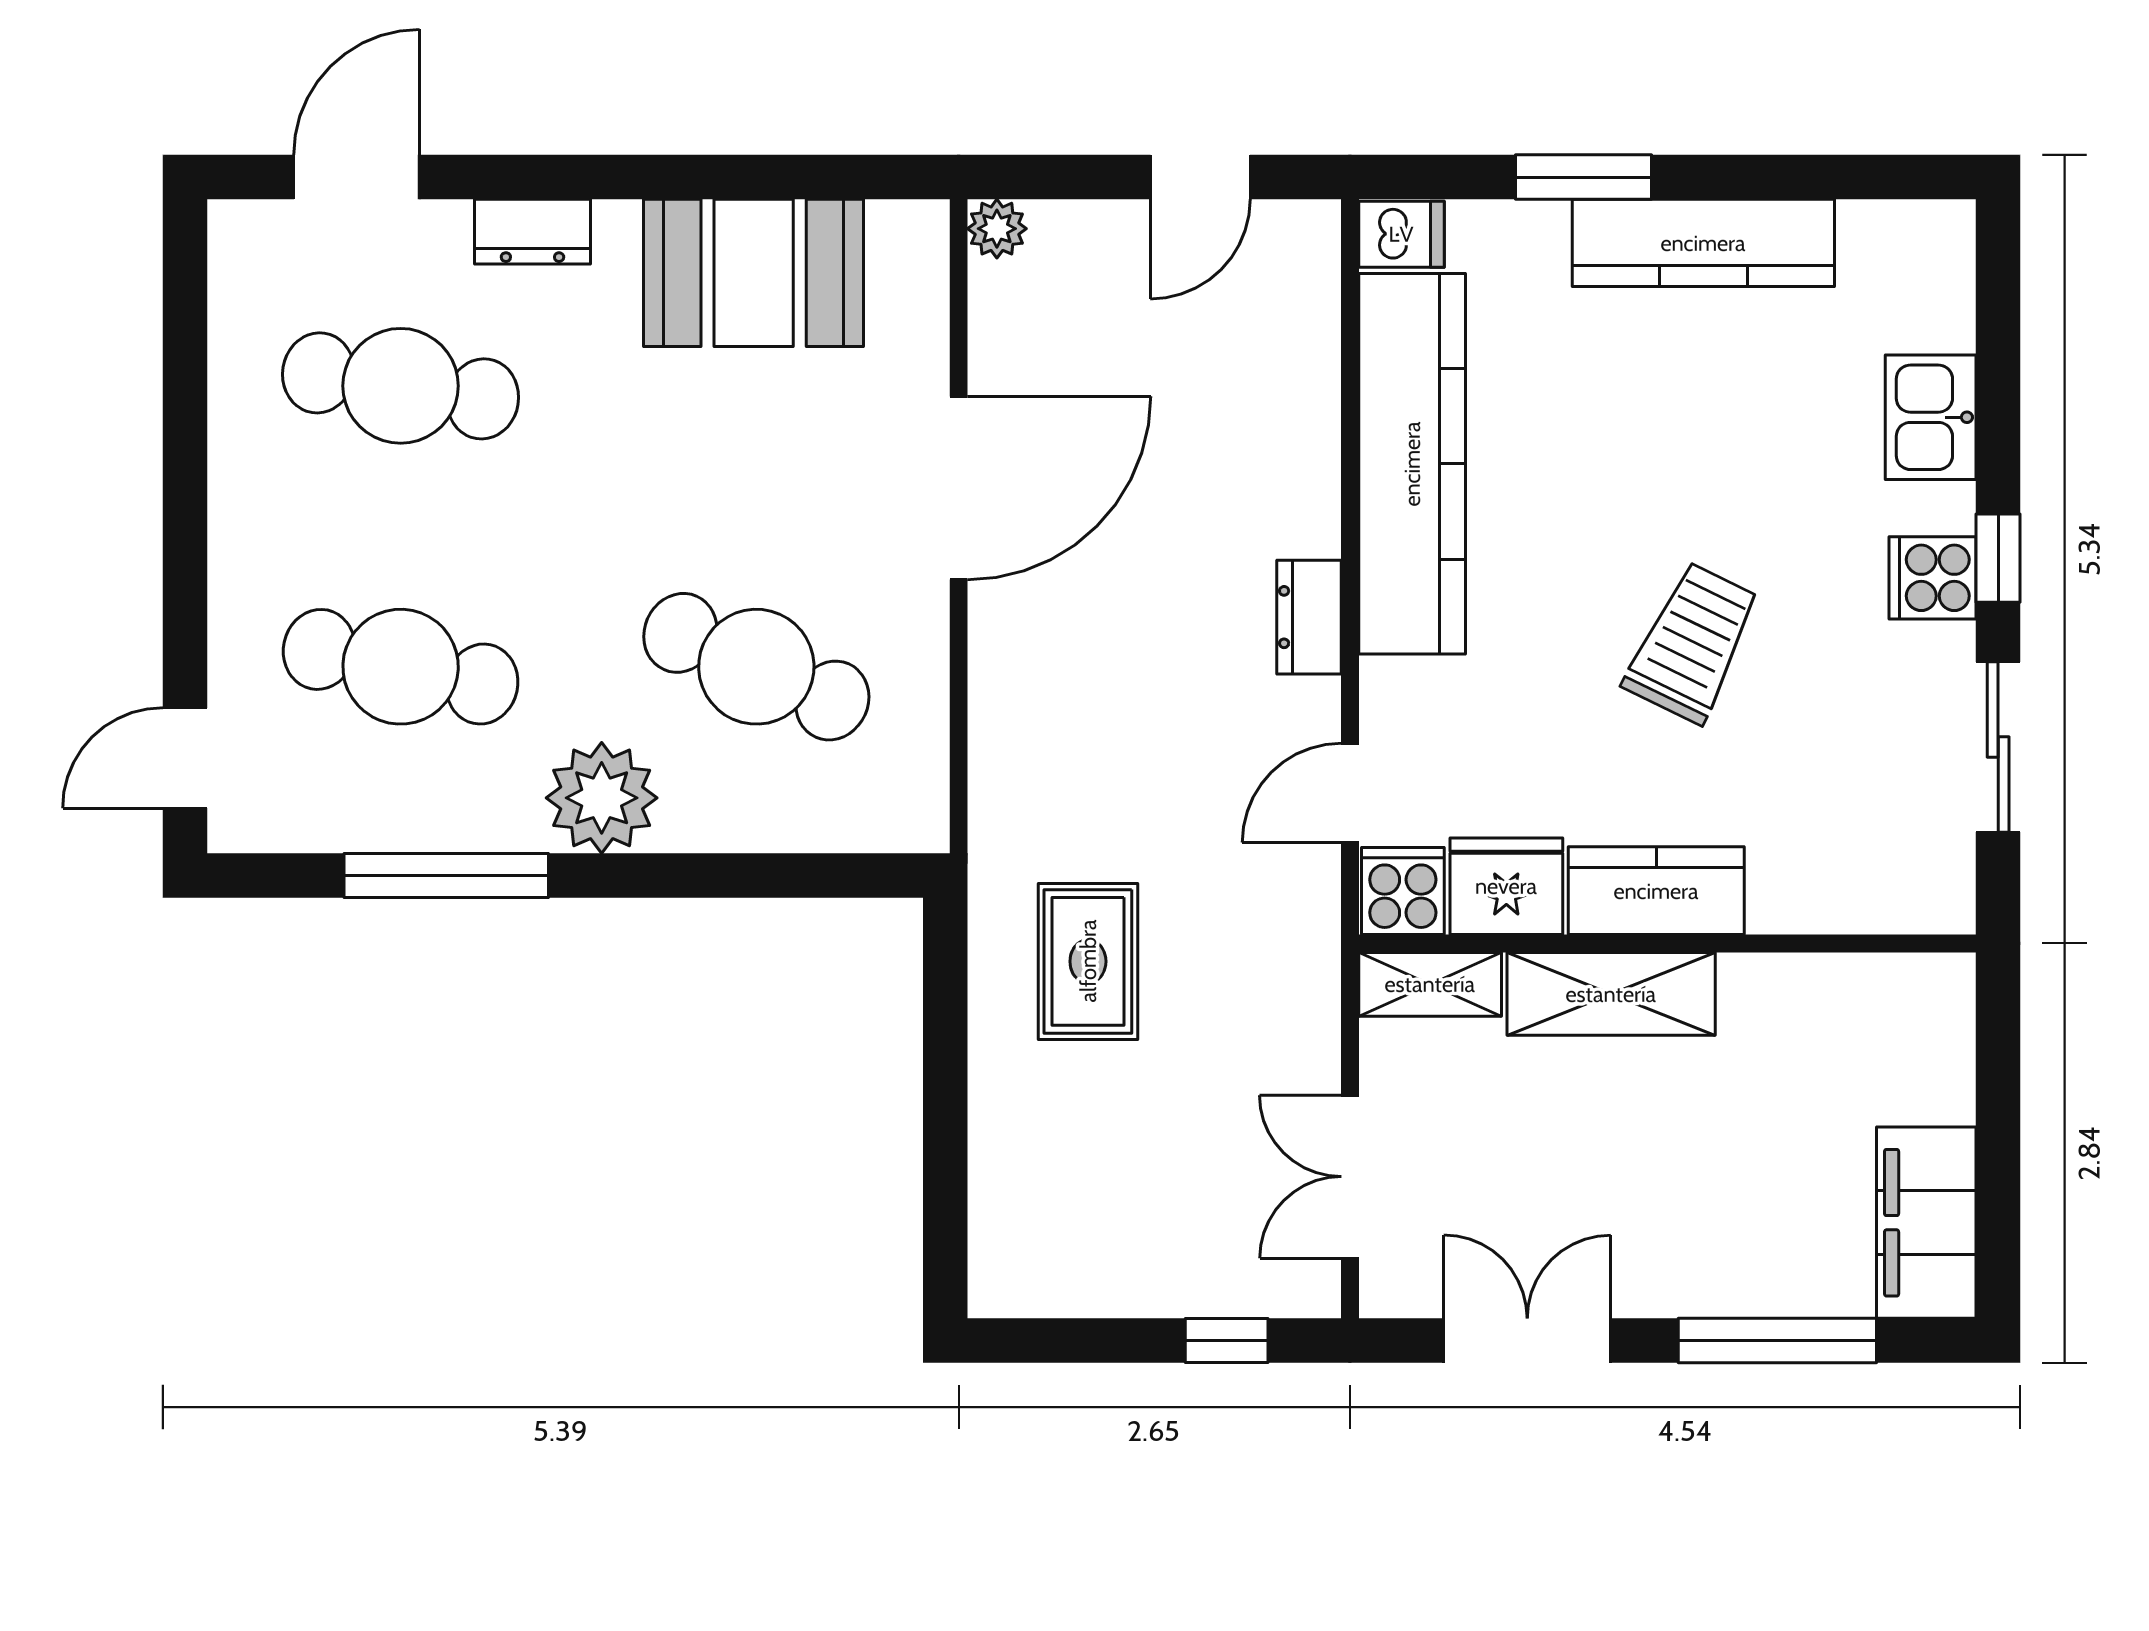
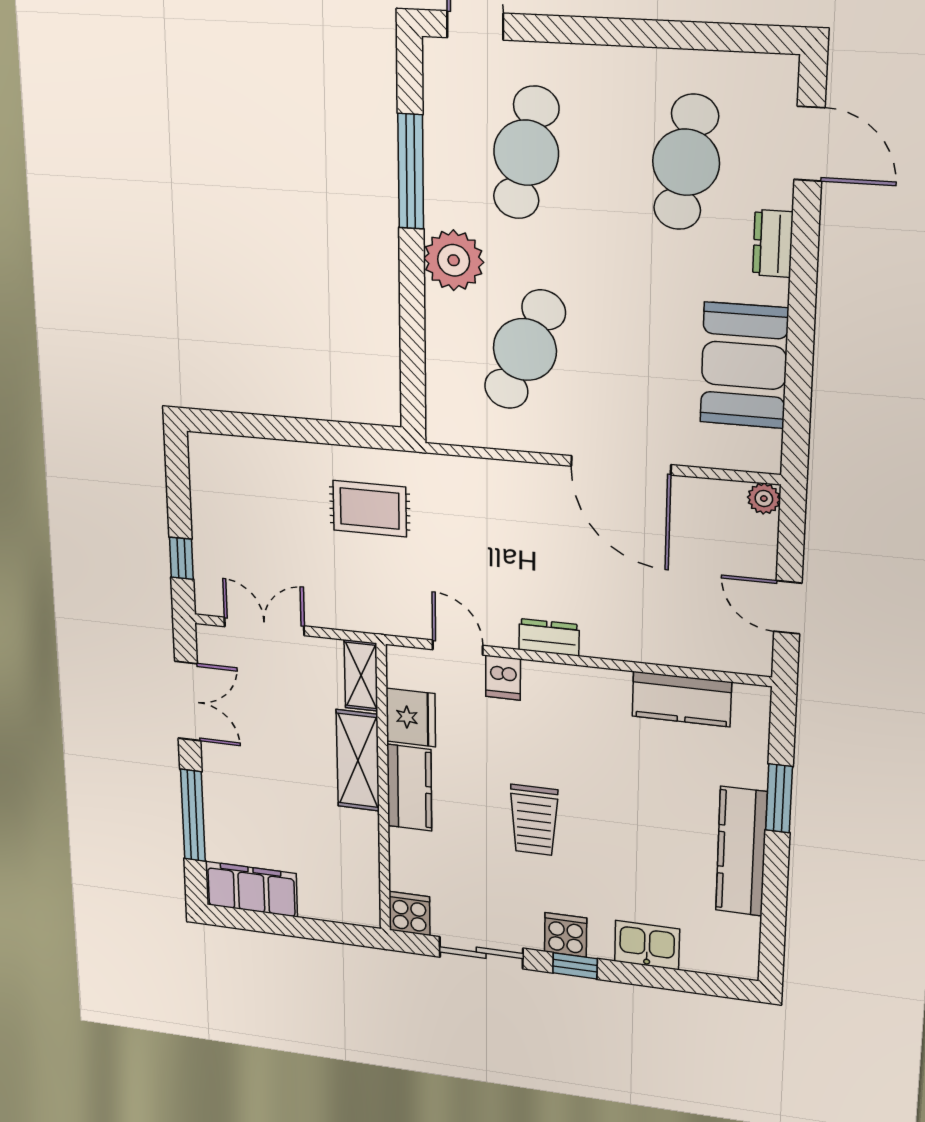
dishwasher: (1401, 234) -> (503, 678), moved
kitchen counter: (1412, 464) -> (682, 699), width x0.48, depth x0.86
trolley: (1692, 643) -> (534, 820), turned 64
cooker: (1403, 891) -> (409, 913), moved, turned -90

